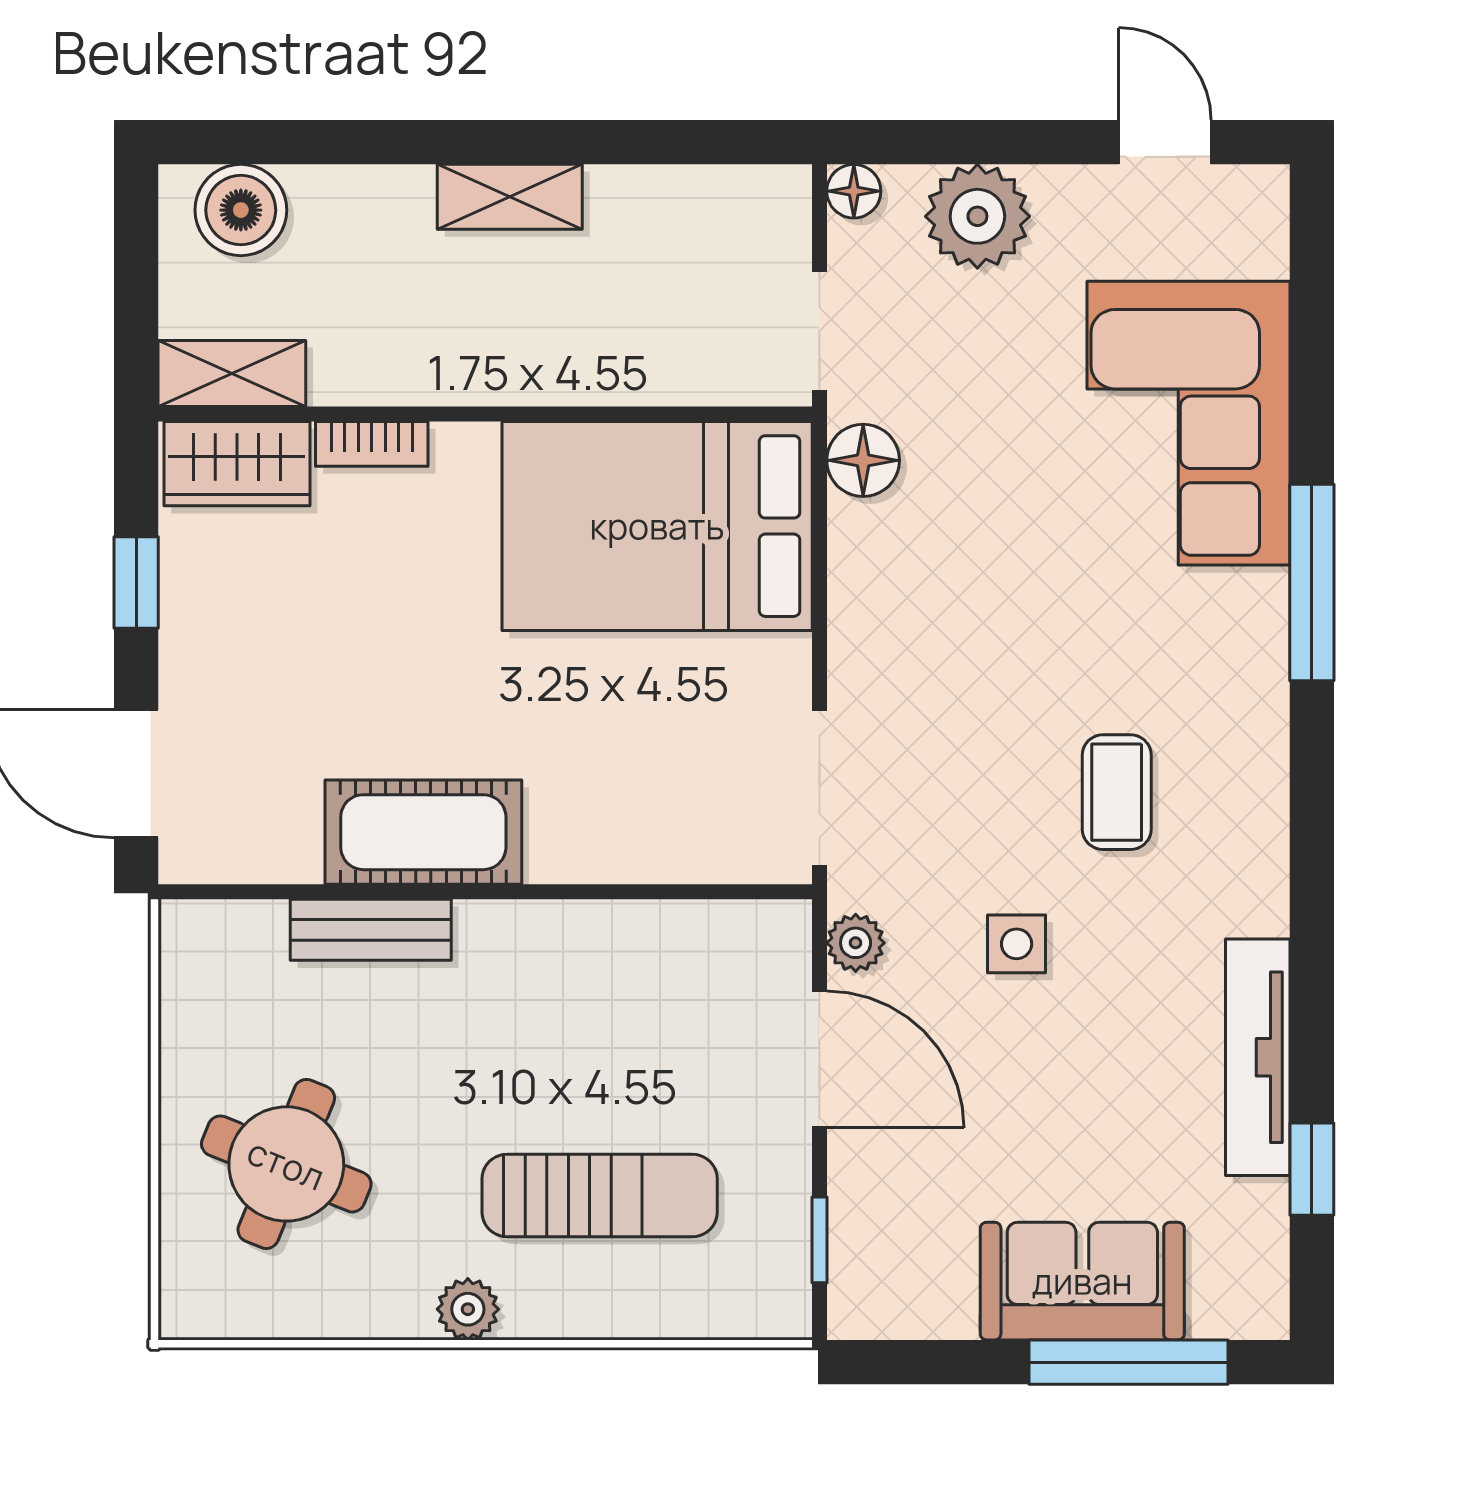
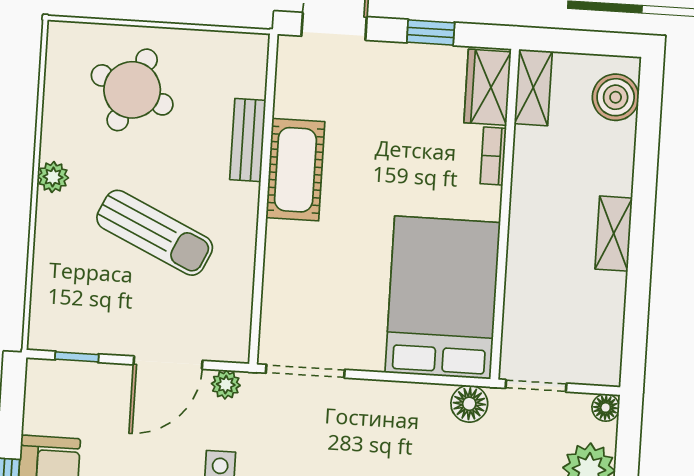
sun lounger: (600, 1195) -> (155, 233), moved, turned -65

